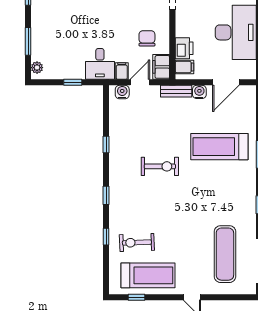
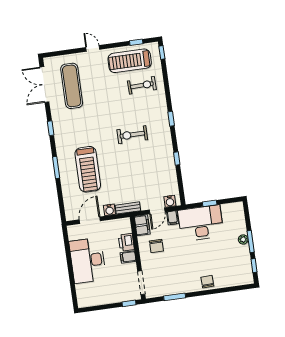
window: (28, 41) -> (251, 242), moved
desk: (100, 64) -> (201, 223), width x1.87, depth x1.30
filing cabinet: (184, 67) -> (128, 257), moved
plant: (37, 68) -> (243, 239), moved
treadmill: (219, 147) -> (88, 169), turned 90
exercise bike: (160, 166) -> (132, 135), moved
window: (106, 237) -> (162, 53), moved

